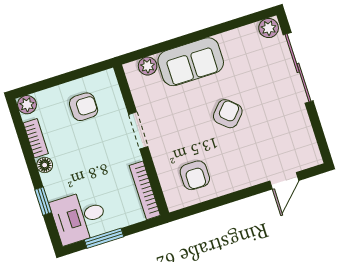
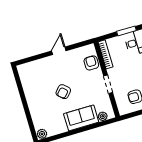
sliding door: (298, 68) -> (28, 114), removed
armchair: (195, 175) -> (91, 63), moved
door: (284, 181) -> (59, 51), moved

